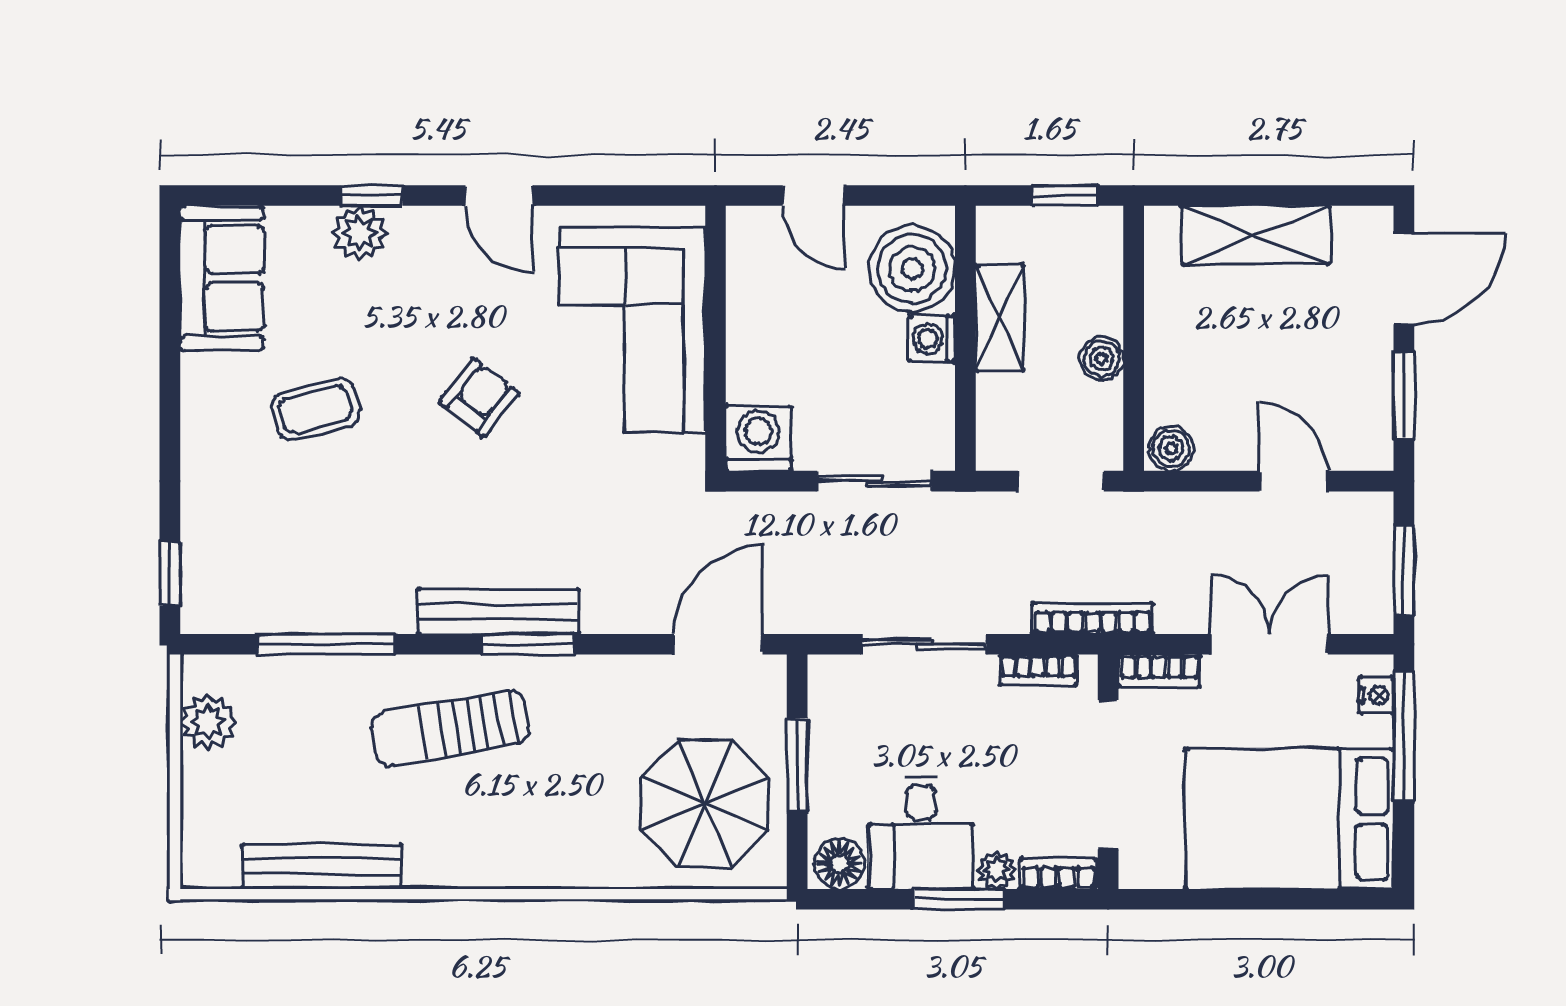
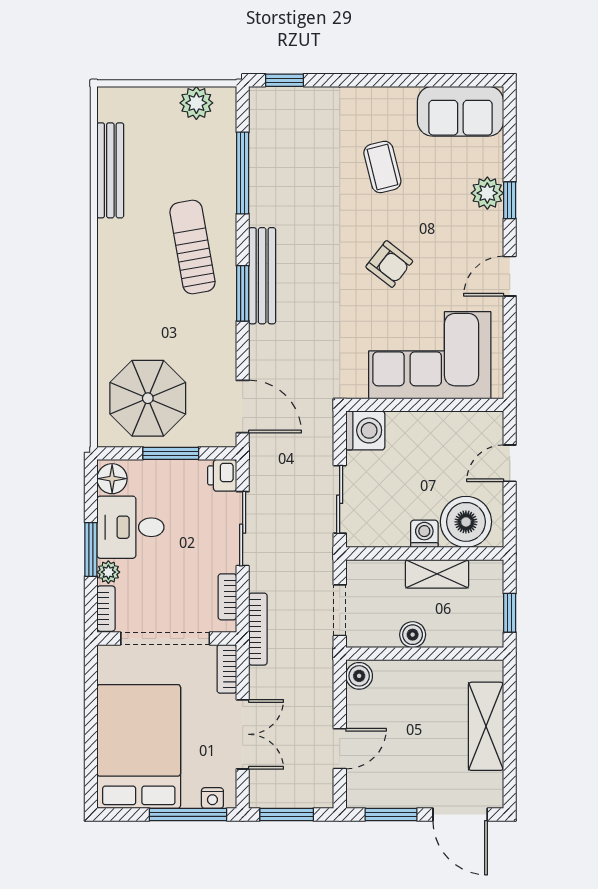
printer: (834, 679) -> (222, 475), added

